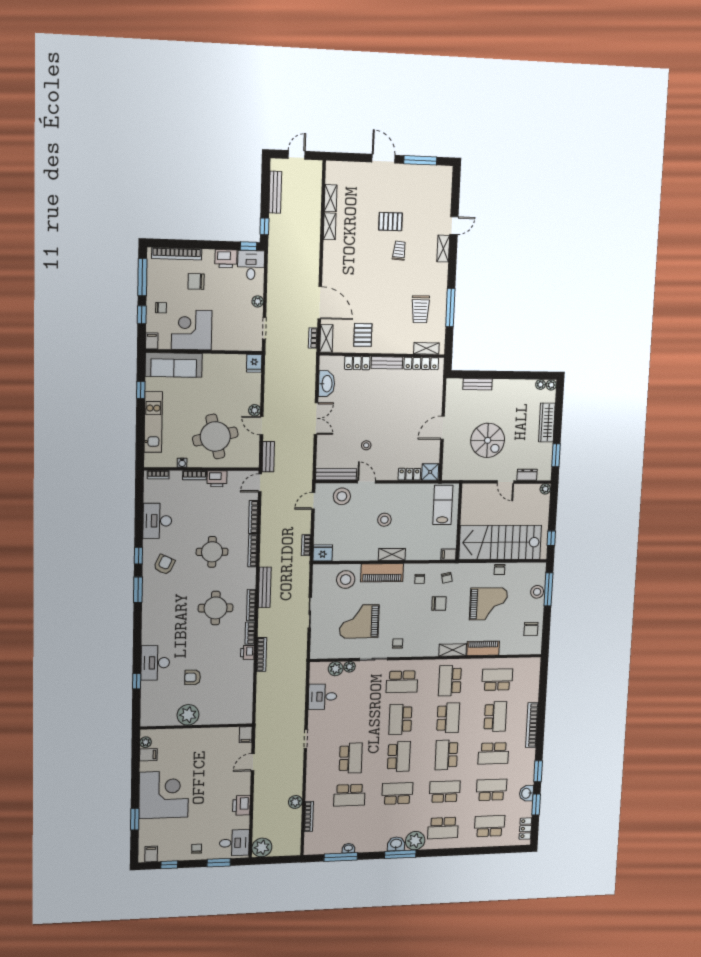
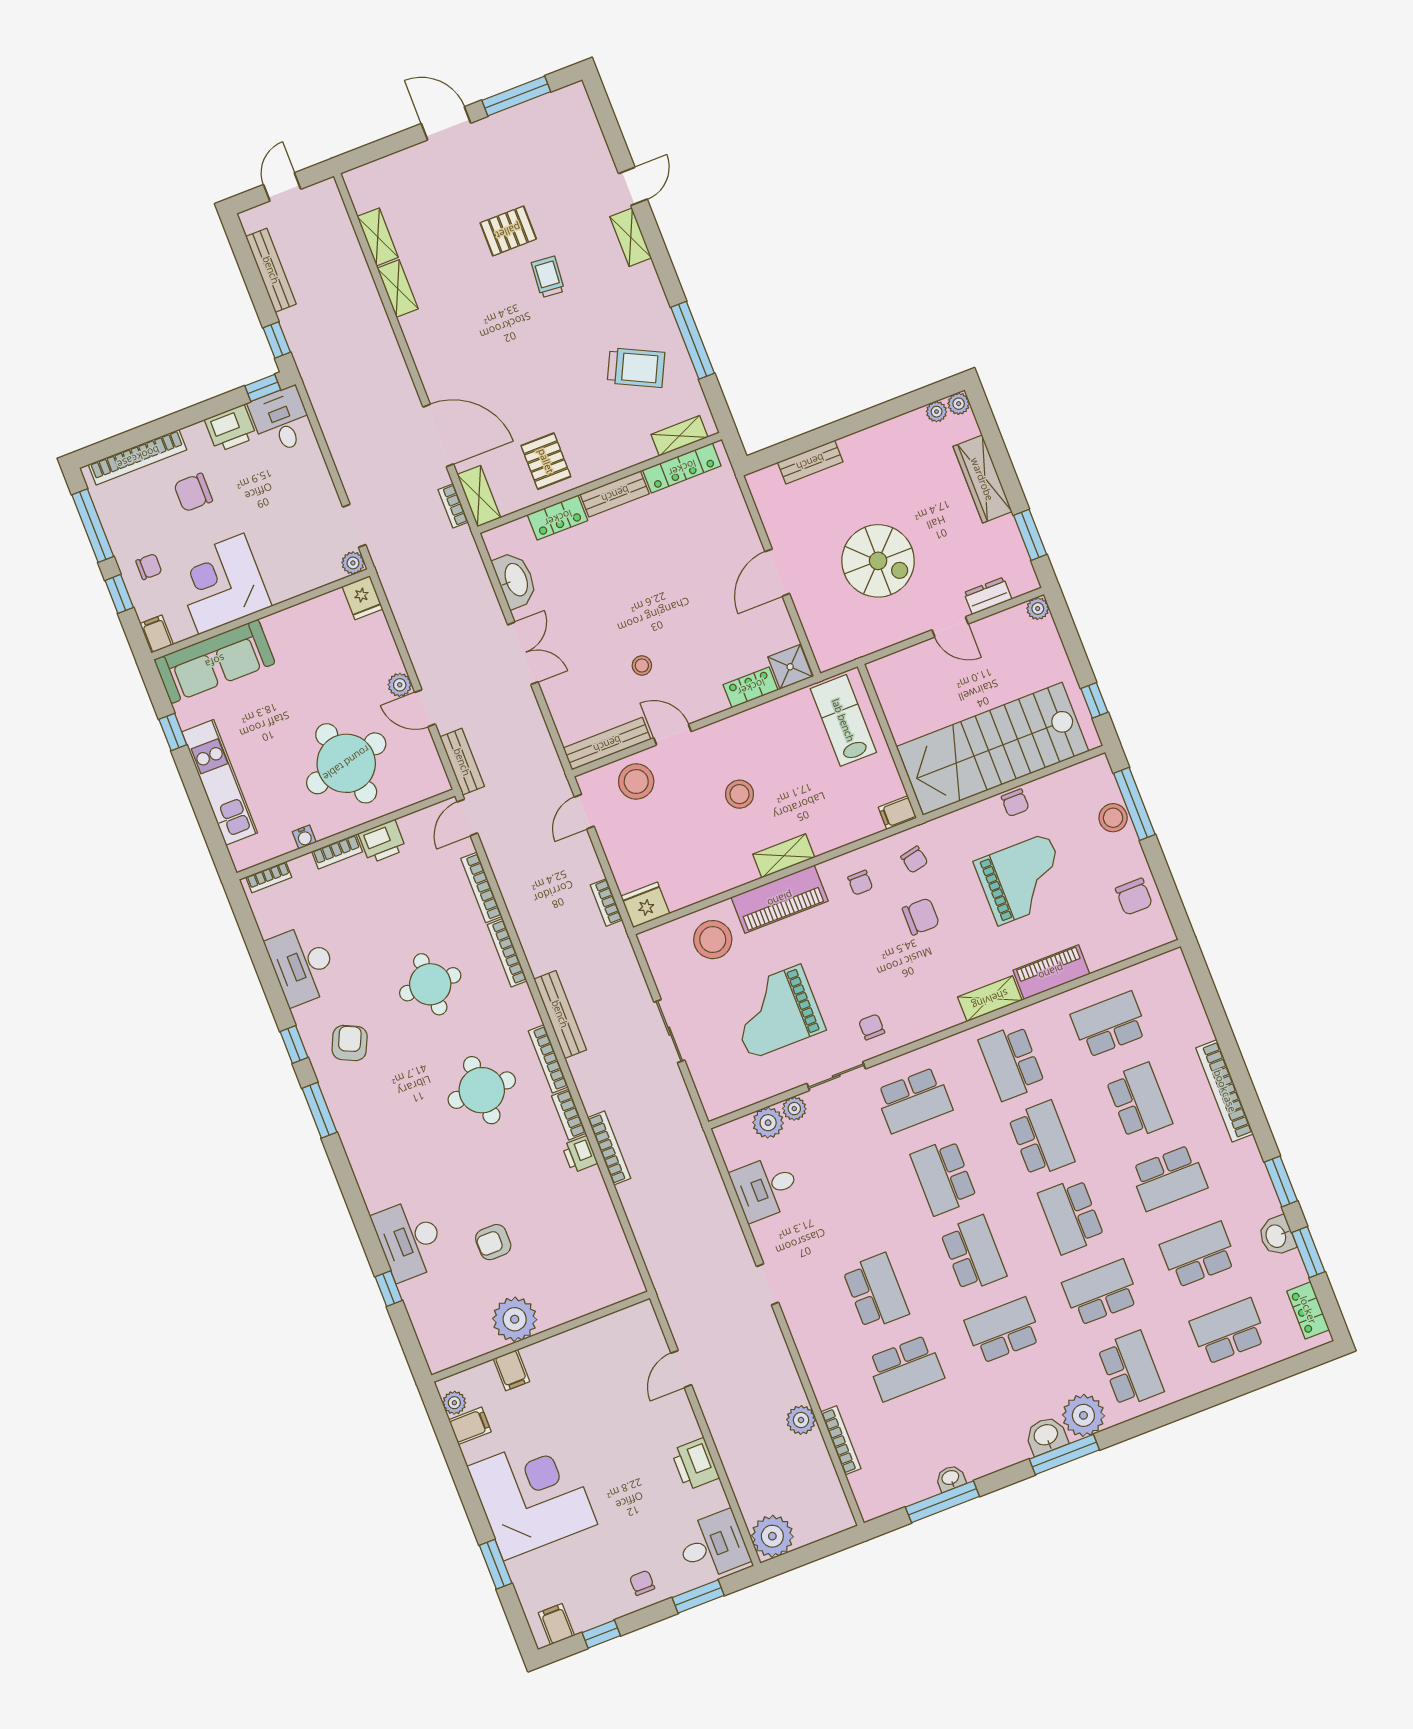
plant: (258, 301) -> (353, 563), moved
trolley: (420, 309) -> (636, 368), turned -64
filing cabinet: (246, 735) -> (511, 1370), moved
school desk: (443, 828) -> (1131, 1369), turned -90

